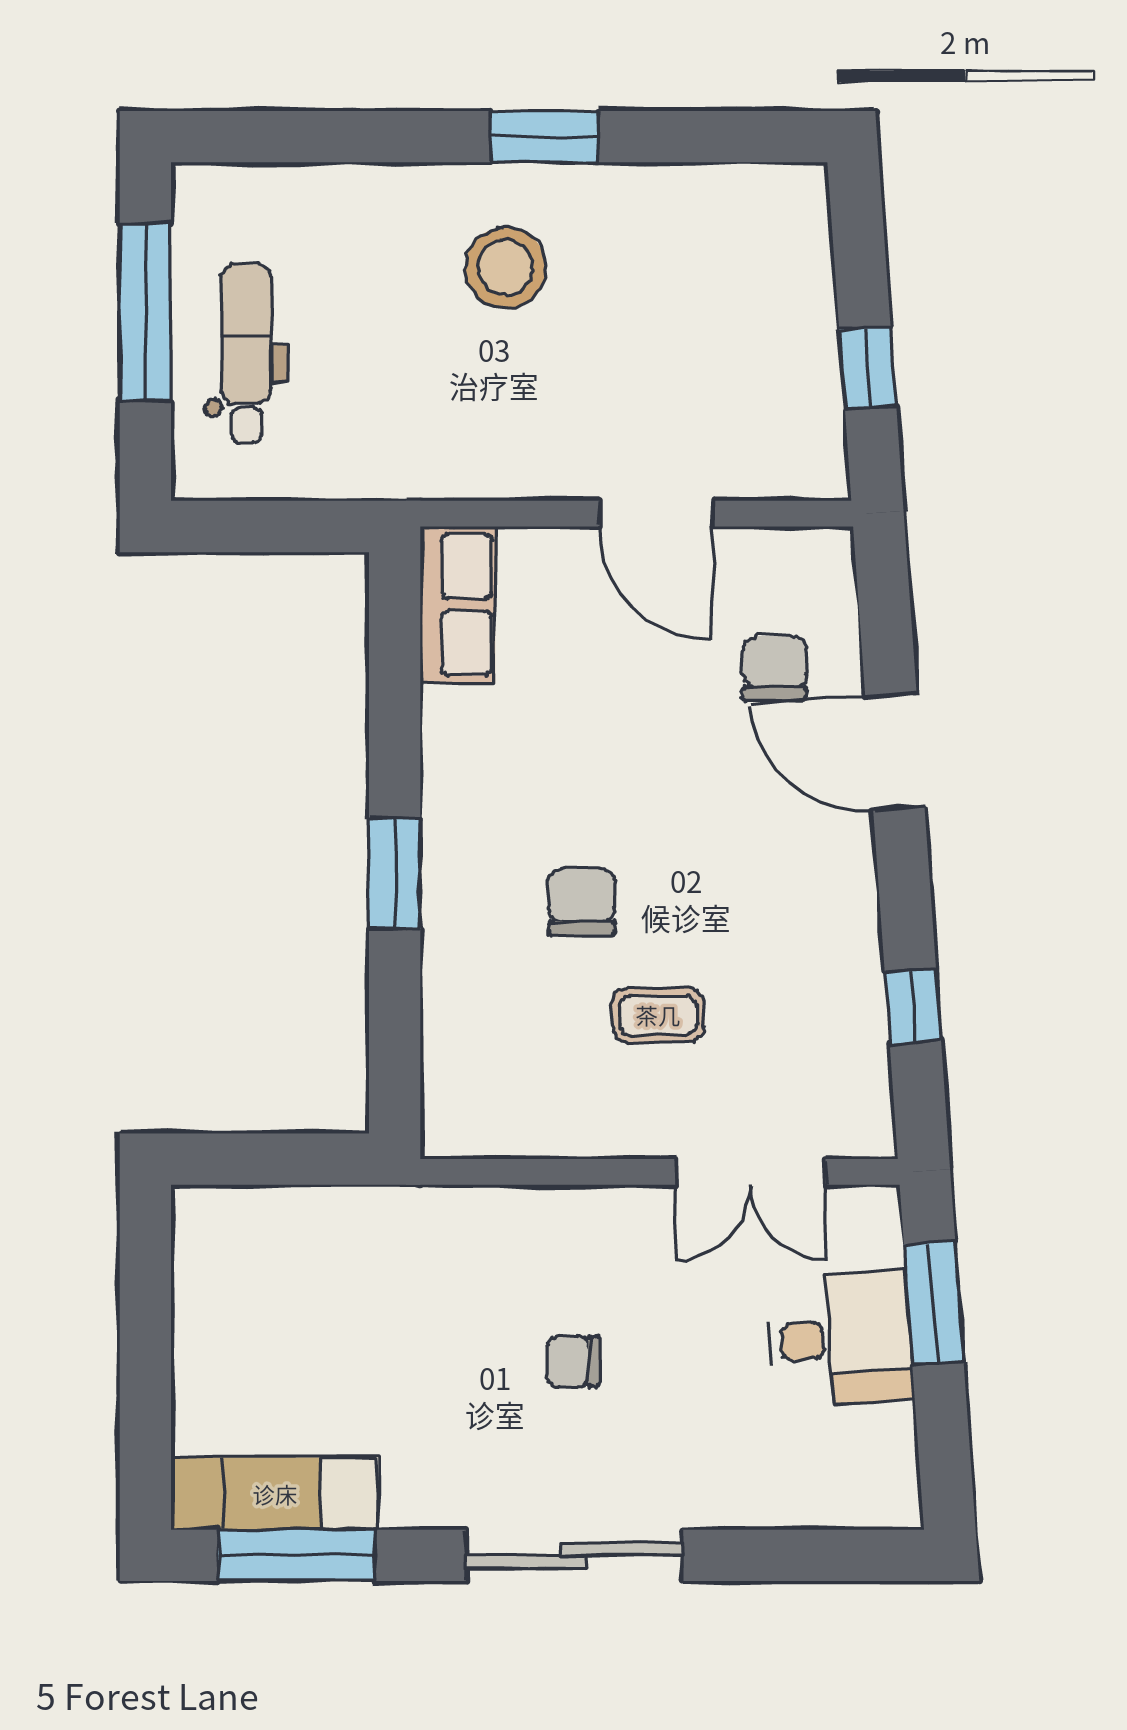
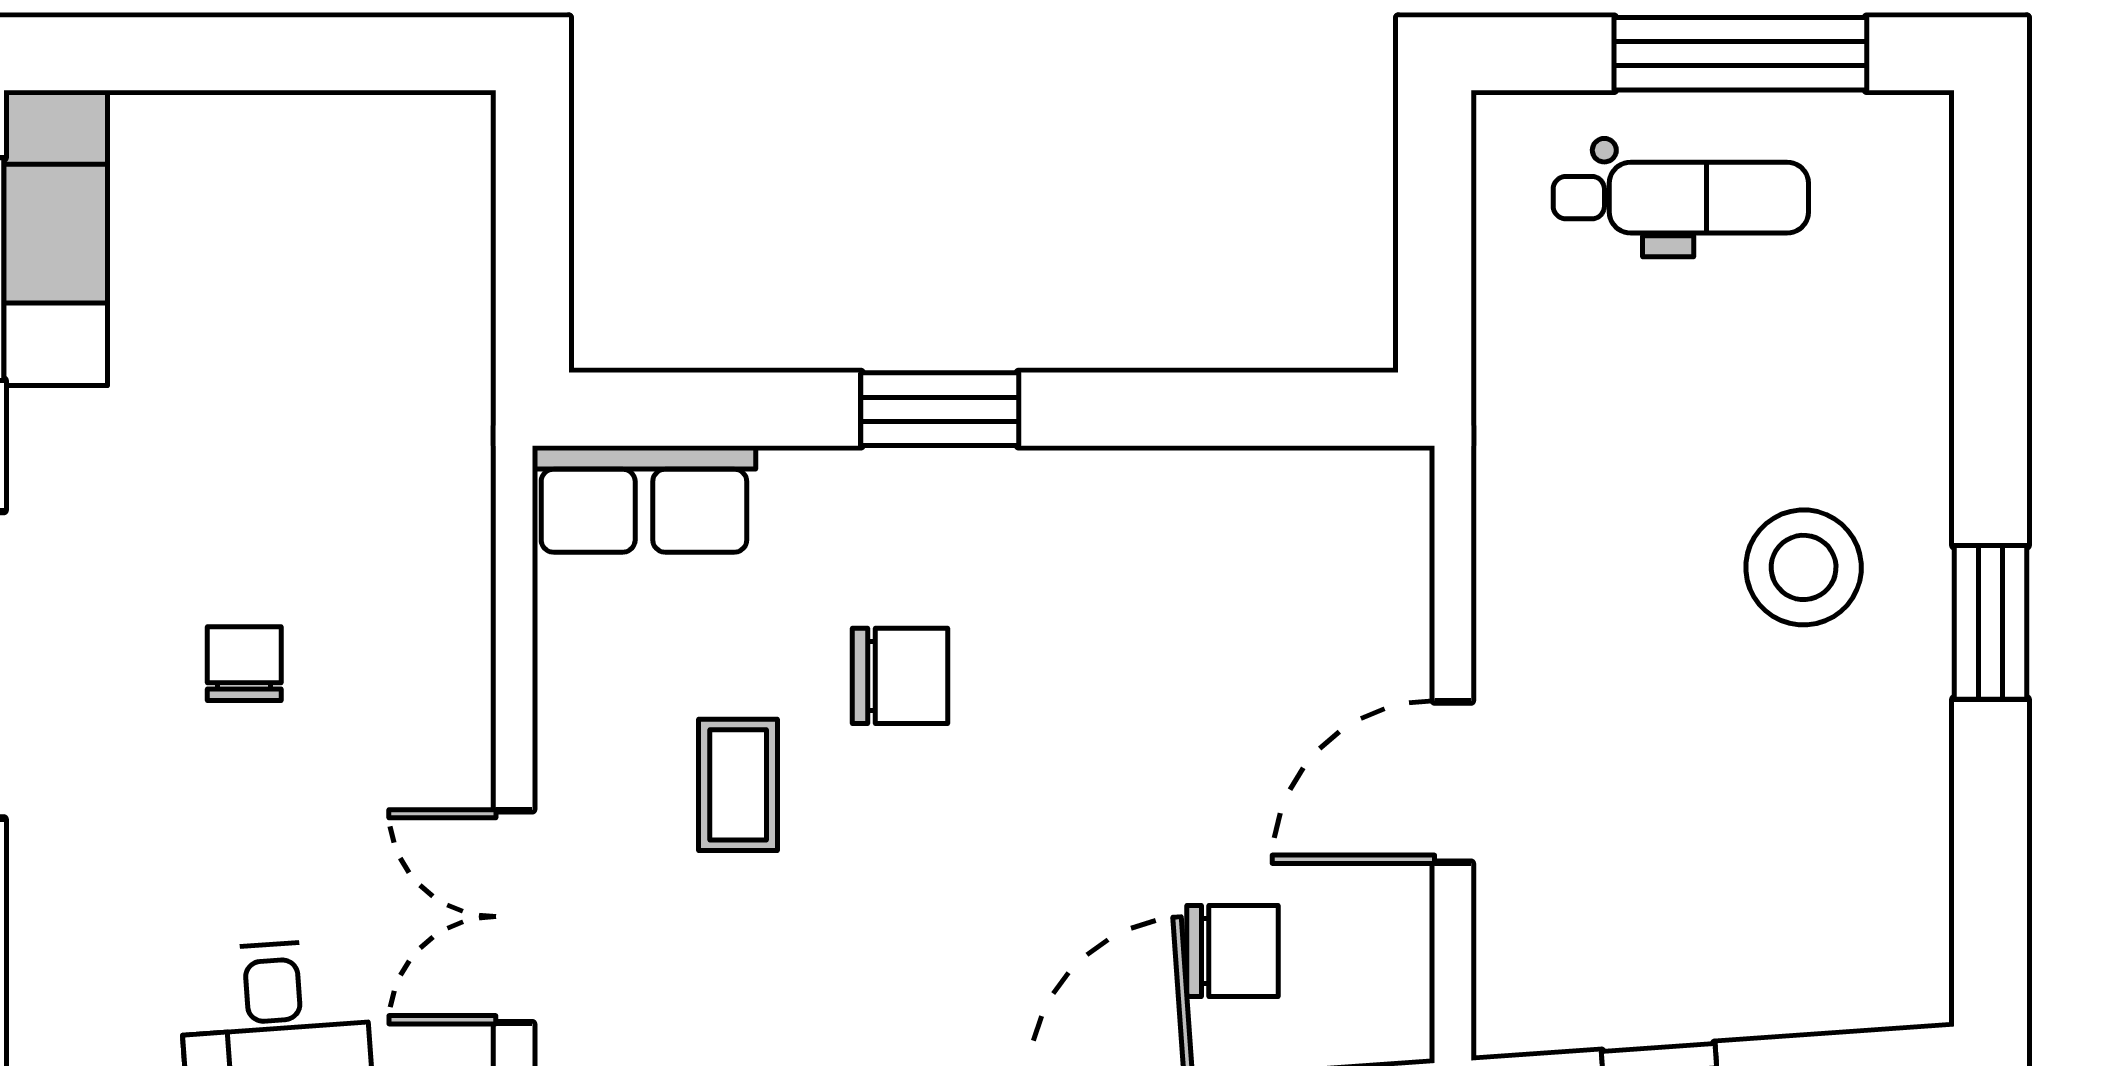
row of seats: (458, 605) -> (644, 499), moved

